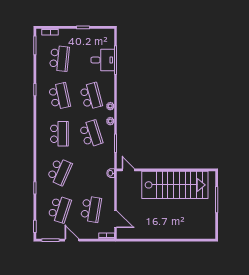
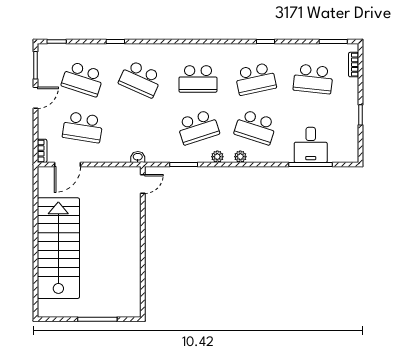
school desk: (91, 96) -> (256, 127), turned 33
stairs: (175, 185) -> (58, 248), moved, turned 180

